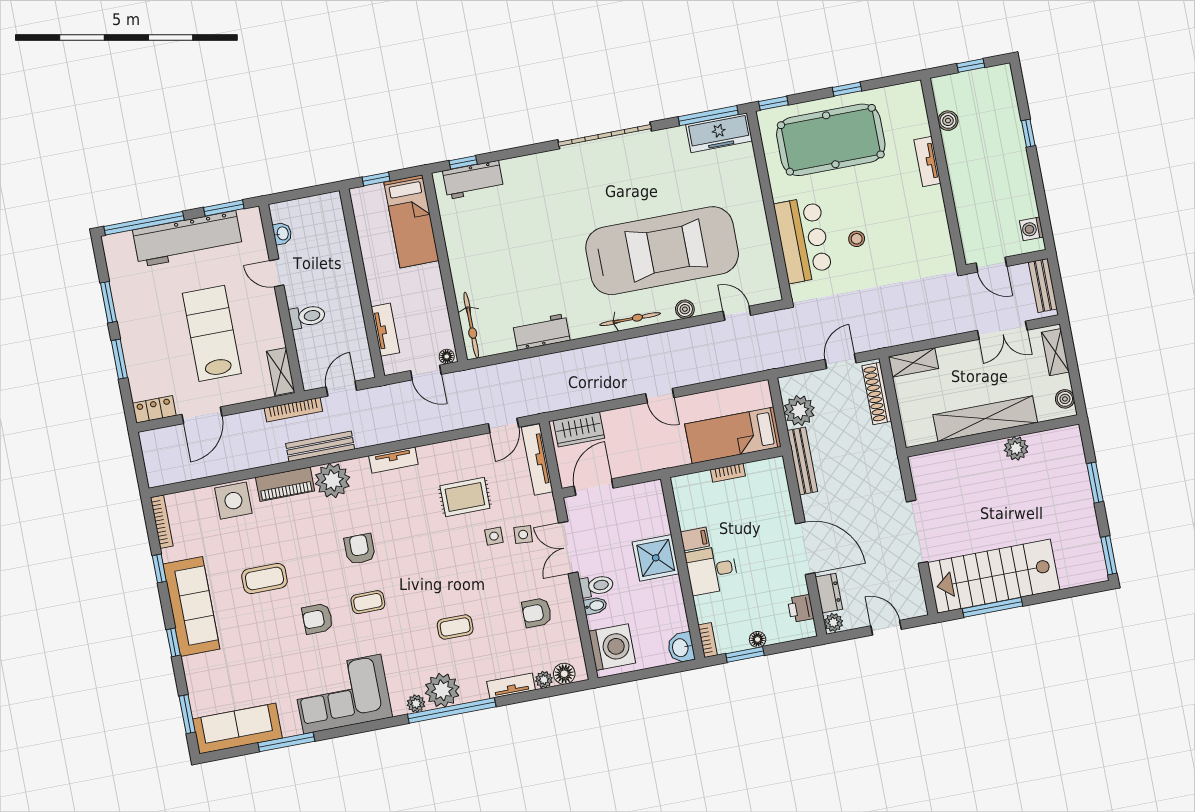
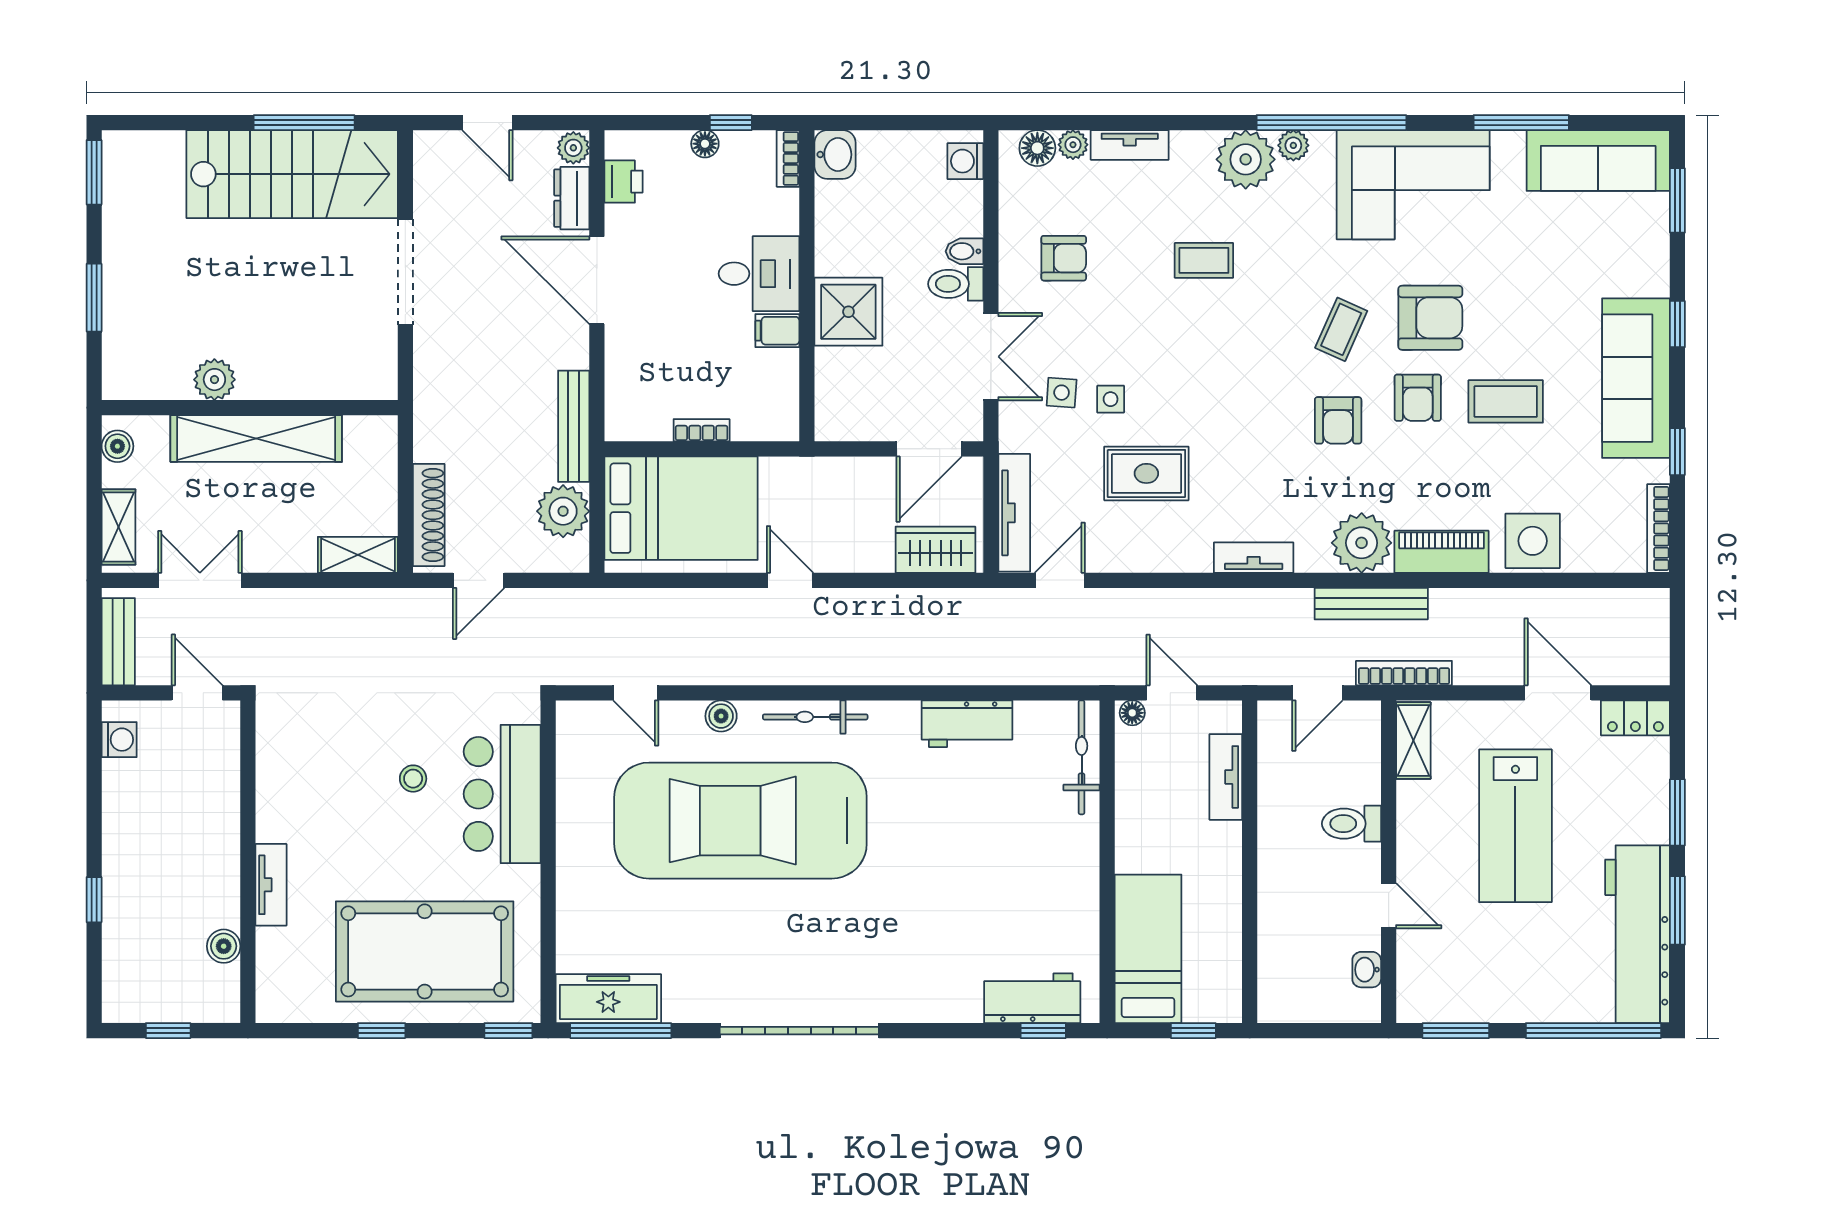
workbench: (188, 239) -> (1638, 934), moved, turned -90
door: (202, 415) -> (1558, 693), hinge flipped
bed: (733, 435) -> (681, 508), width x1.50
armchair: (316, 571) -> (1418, 398), added
coffee table: (368, 602) -> (1341, 329), turned -66
armchair: (317, 619) -> (1430, 318), width x1.38, depth x1.38
washing machine: (612, 647) -> (965, 161), width x0.53, depth x0.53
window: (745, 655) -> (731, 123), width x0.67
window: (452, 711) -> (1331, 123), moved

